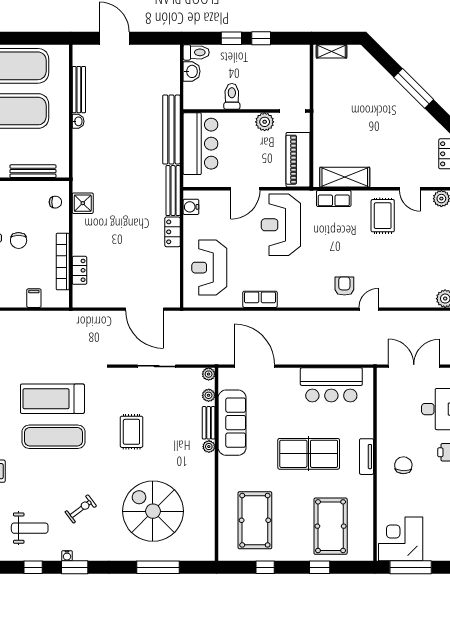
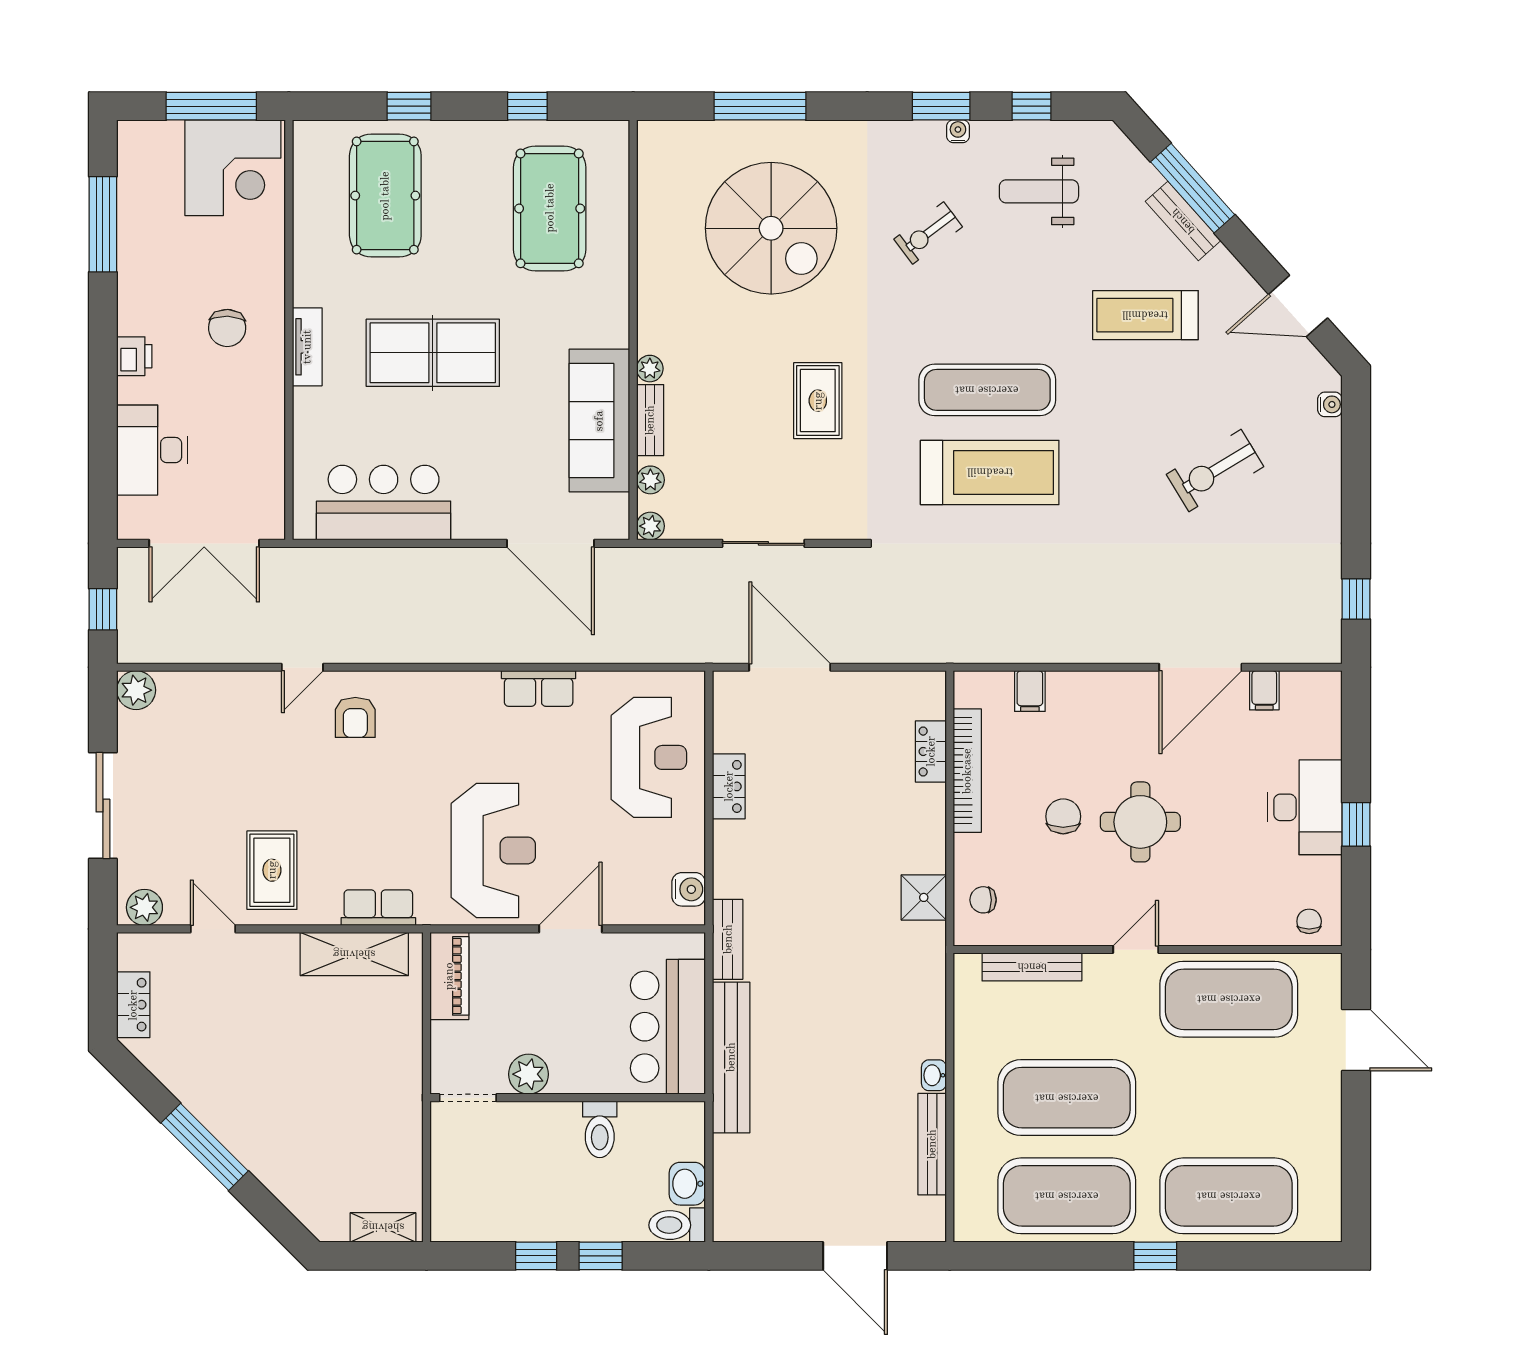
piano: (298, 160) -> (449, 976), width x0.73, depth x0.75
bench: (173, 191) -> (728, 939), width x0.73
locker: (173, 232) -> (729, 786), moved

